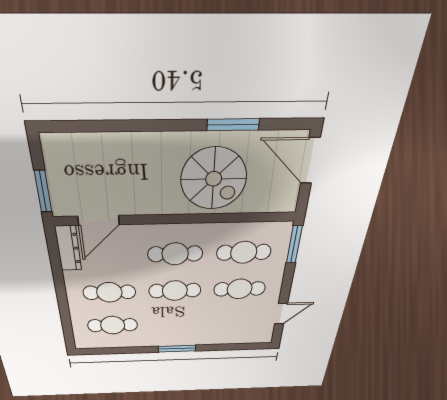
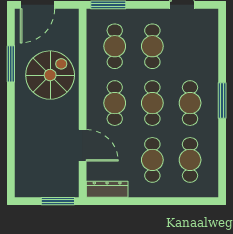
door: (99, 220) -> (83, 145), moved
cafe table: (175, 323) -> (190, 103), added

